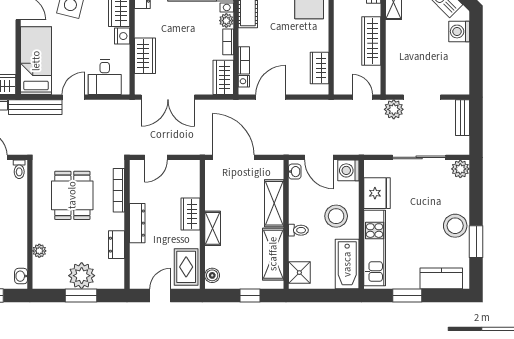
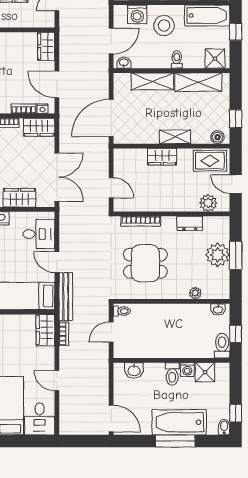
wardrobe: (320, 68) -> (46, 46), moved, turned 90
washing machine: (348, 170) -> (137, 14), moved
dresser: (137, 223) -> (170, 205), removed
plant: (139, 265) -> (208, 203), added
window: (250, 296) -> (236, 119), moved
window: (329, 296) -> (236, 32), added

